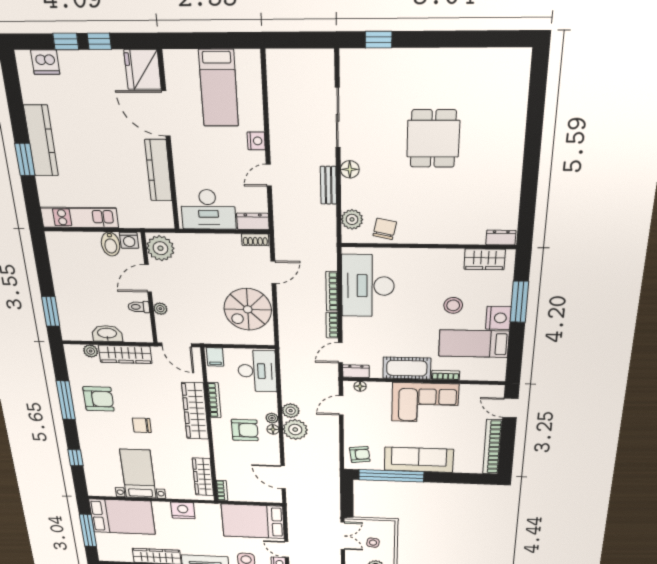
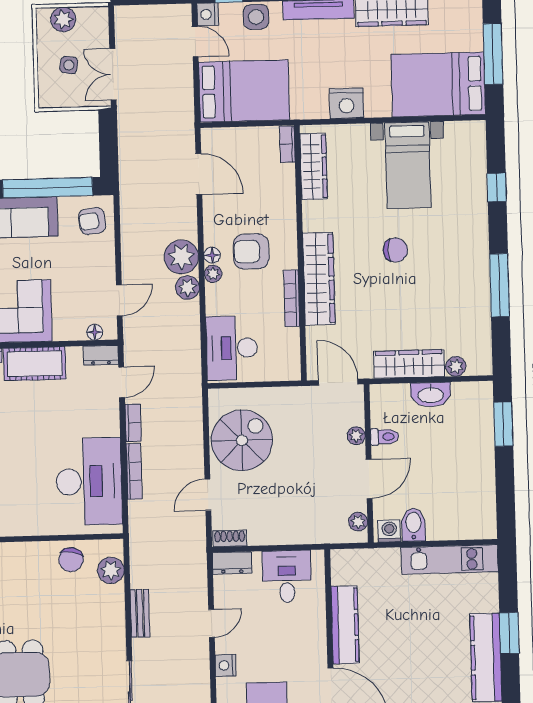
floor lamp: (350, 169) -> (115, 634), removed
desk: (208, 209) -> (287, 576), width x0.73
plant: (160, 248) -> (358, 522), width x0.53, depth x0.53
filing cabinet: (215, 357) -> (288, 367), removed
armchair: (99, 399) -> (453, 290), removed

